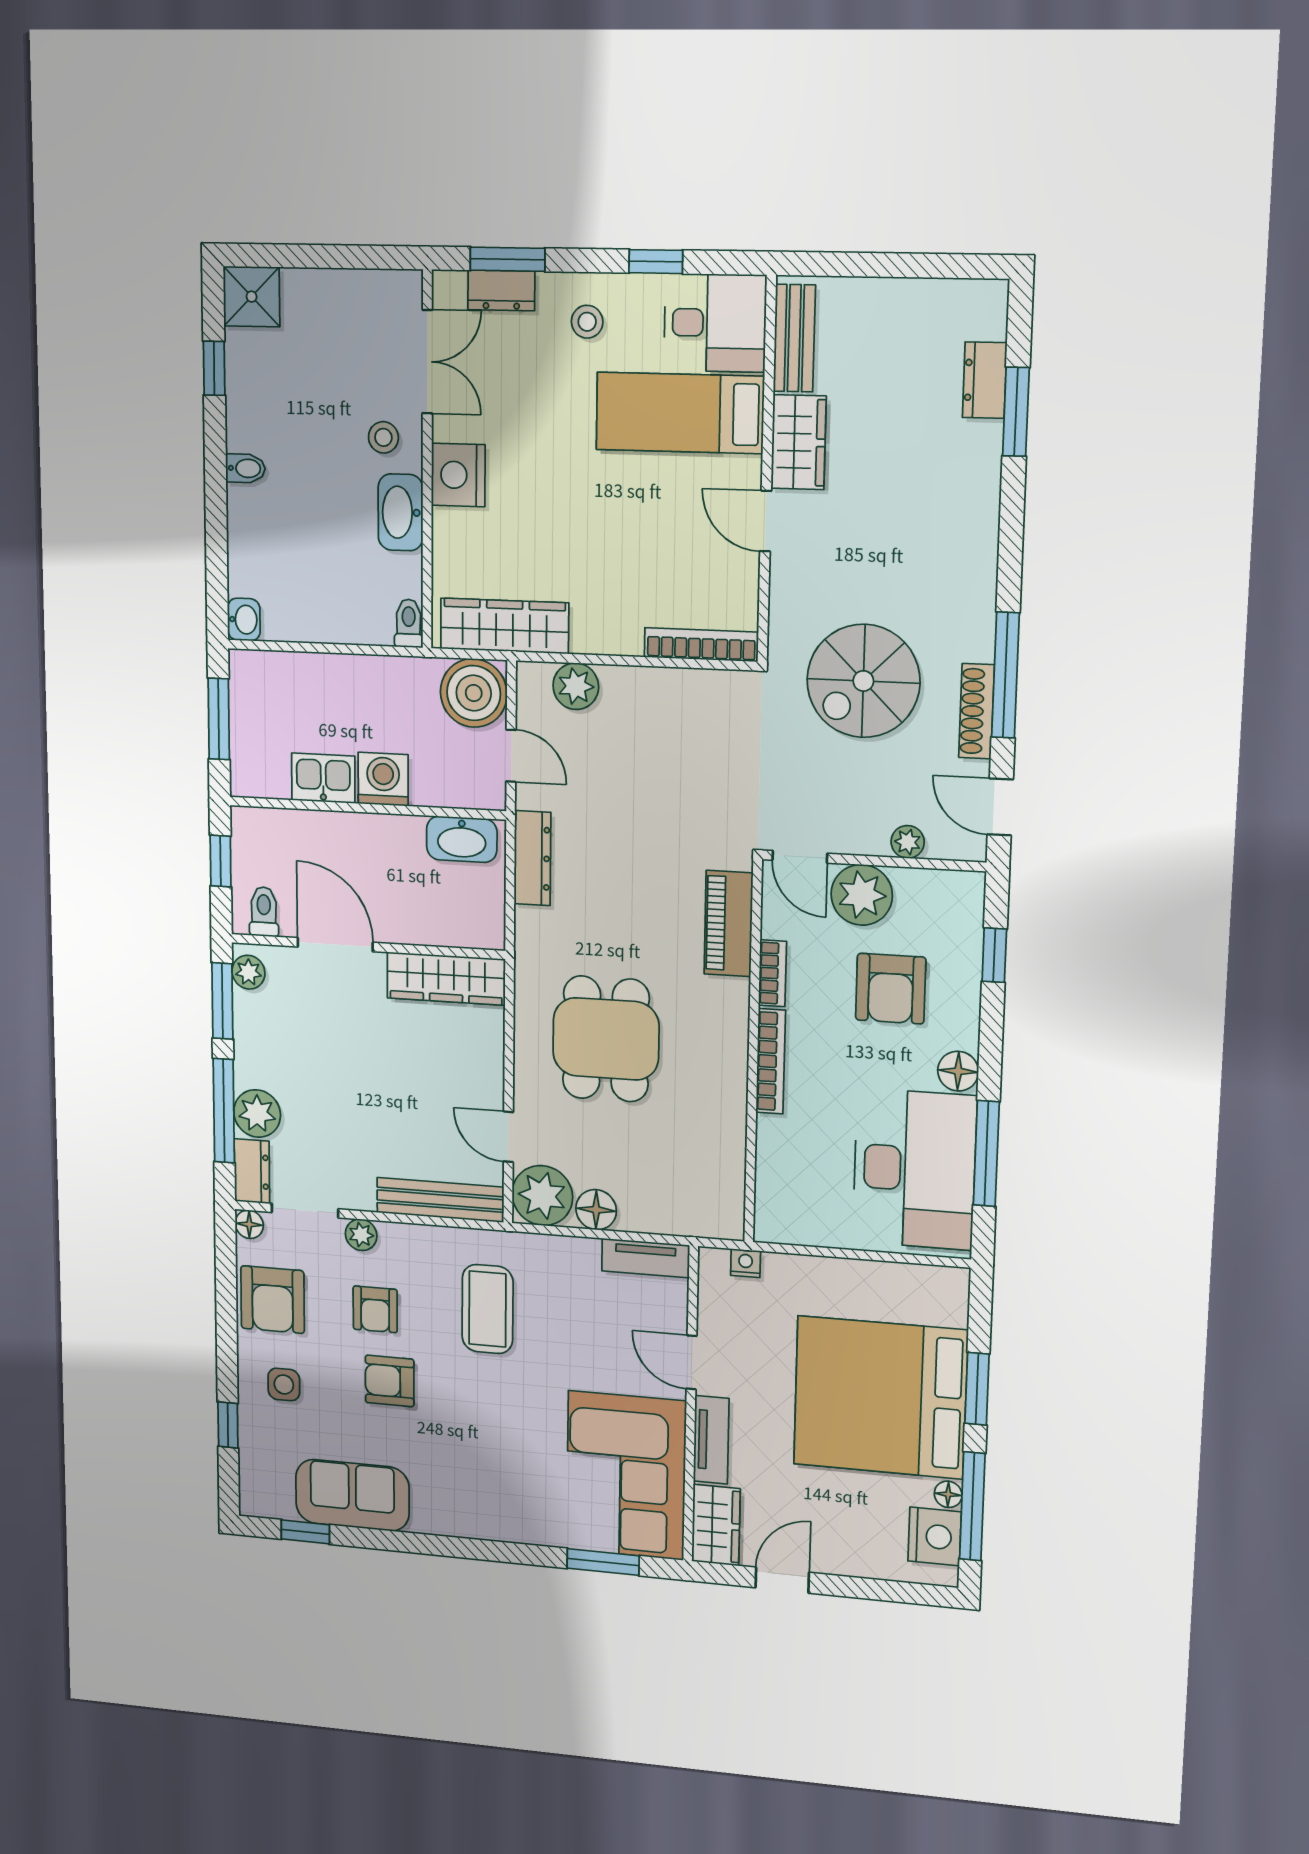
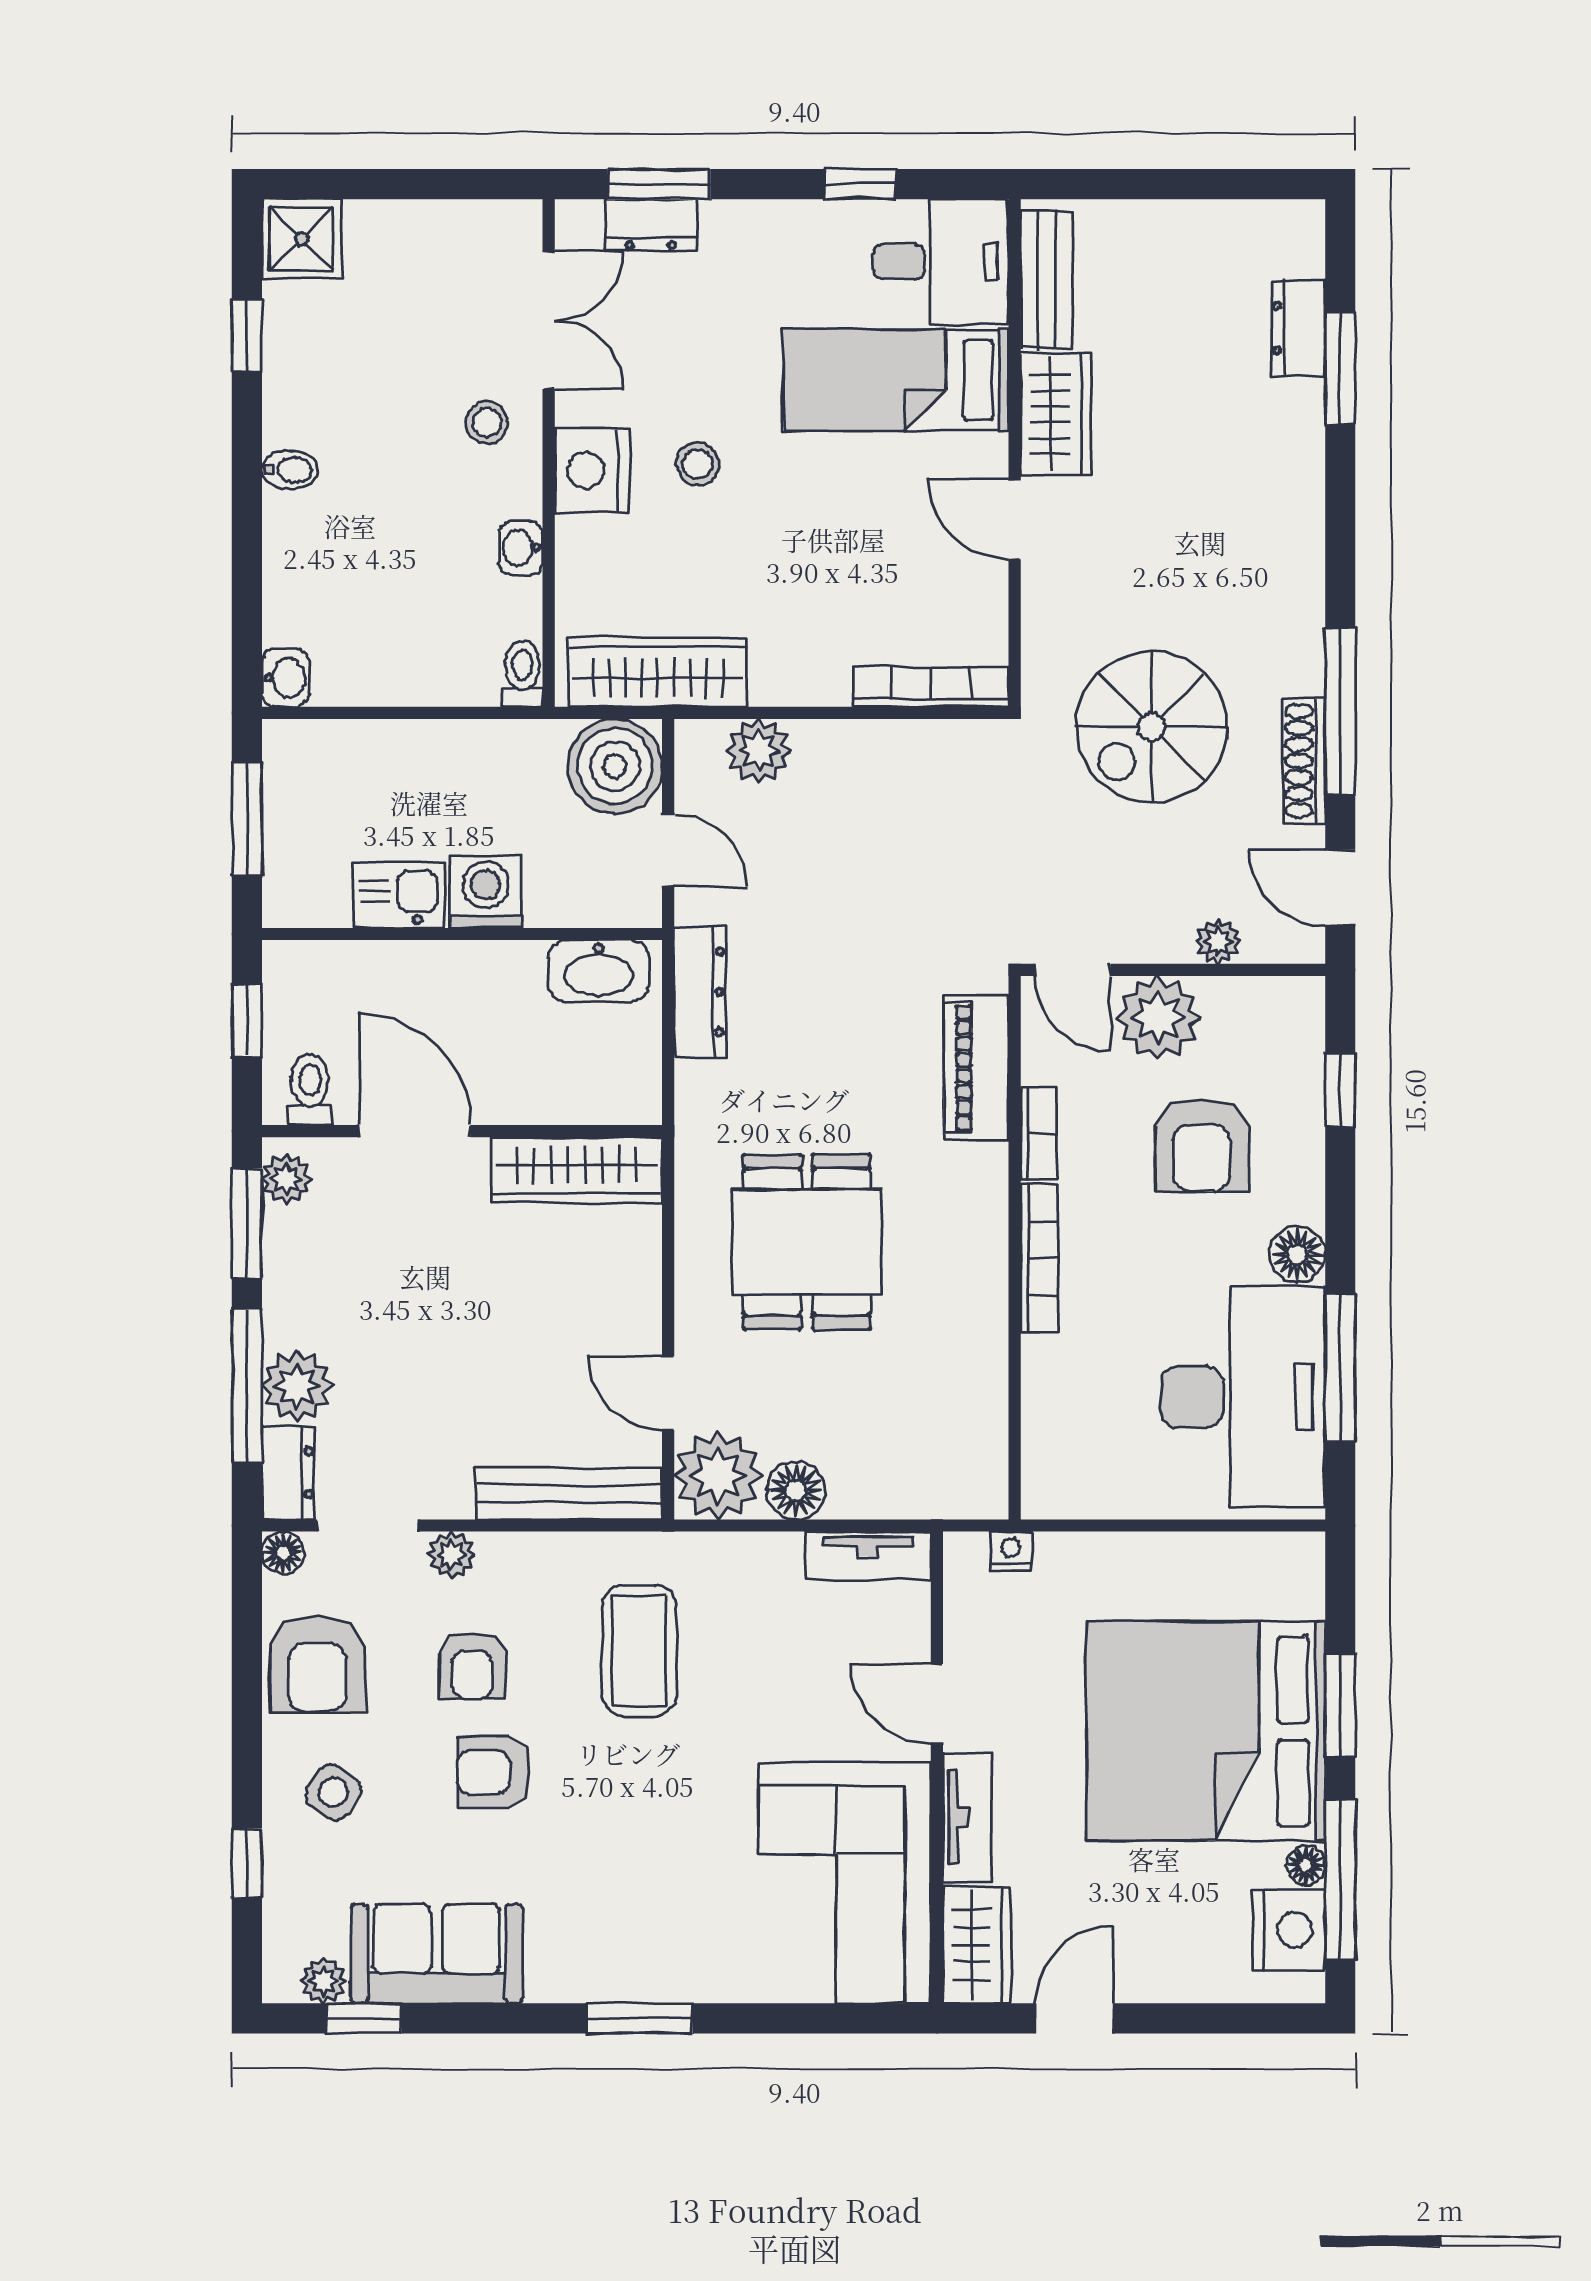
stool: (587, 322) -> (698, 464), moved
washbasin: (401, 512) -> (521, 548), width x0.52, depth x0.69
side table: (284, 1384) -> (333, 1792), turned 34
plant: (278, 1505) -> (323, 1981), added
window: (603, 1562) -> (639, 2018), moved

